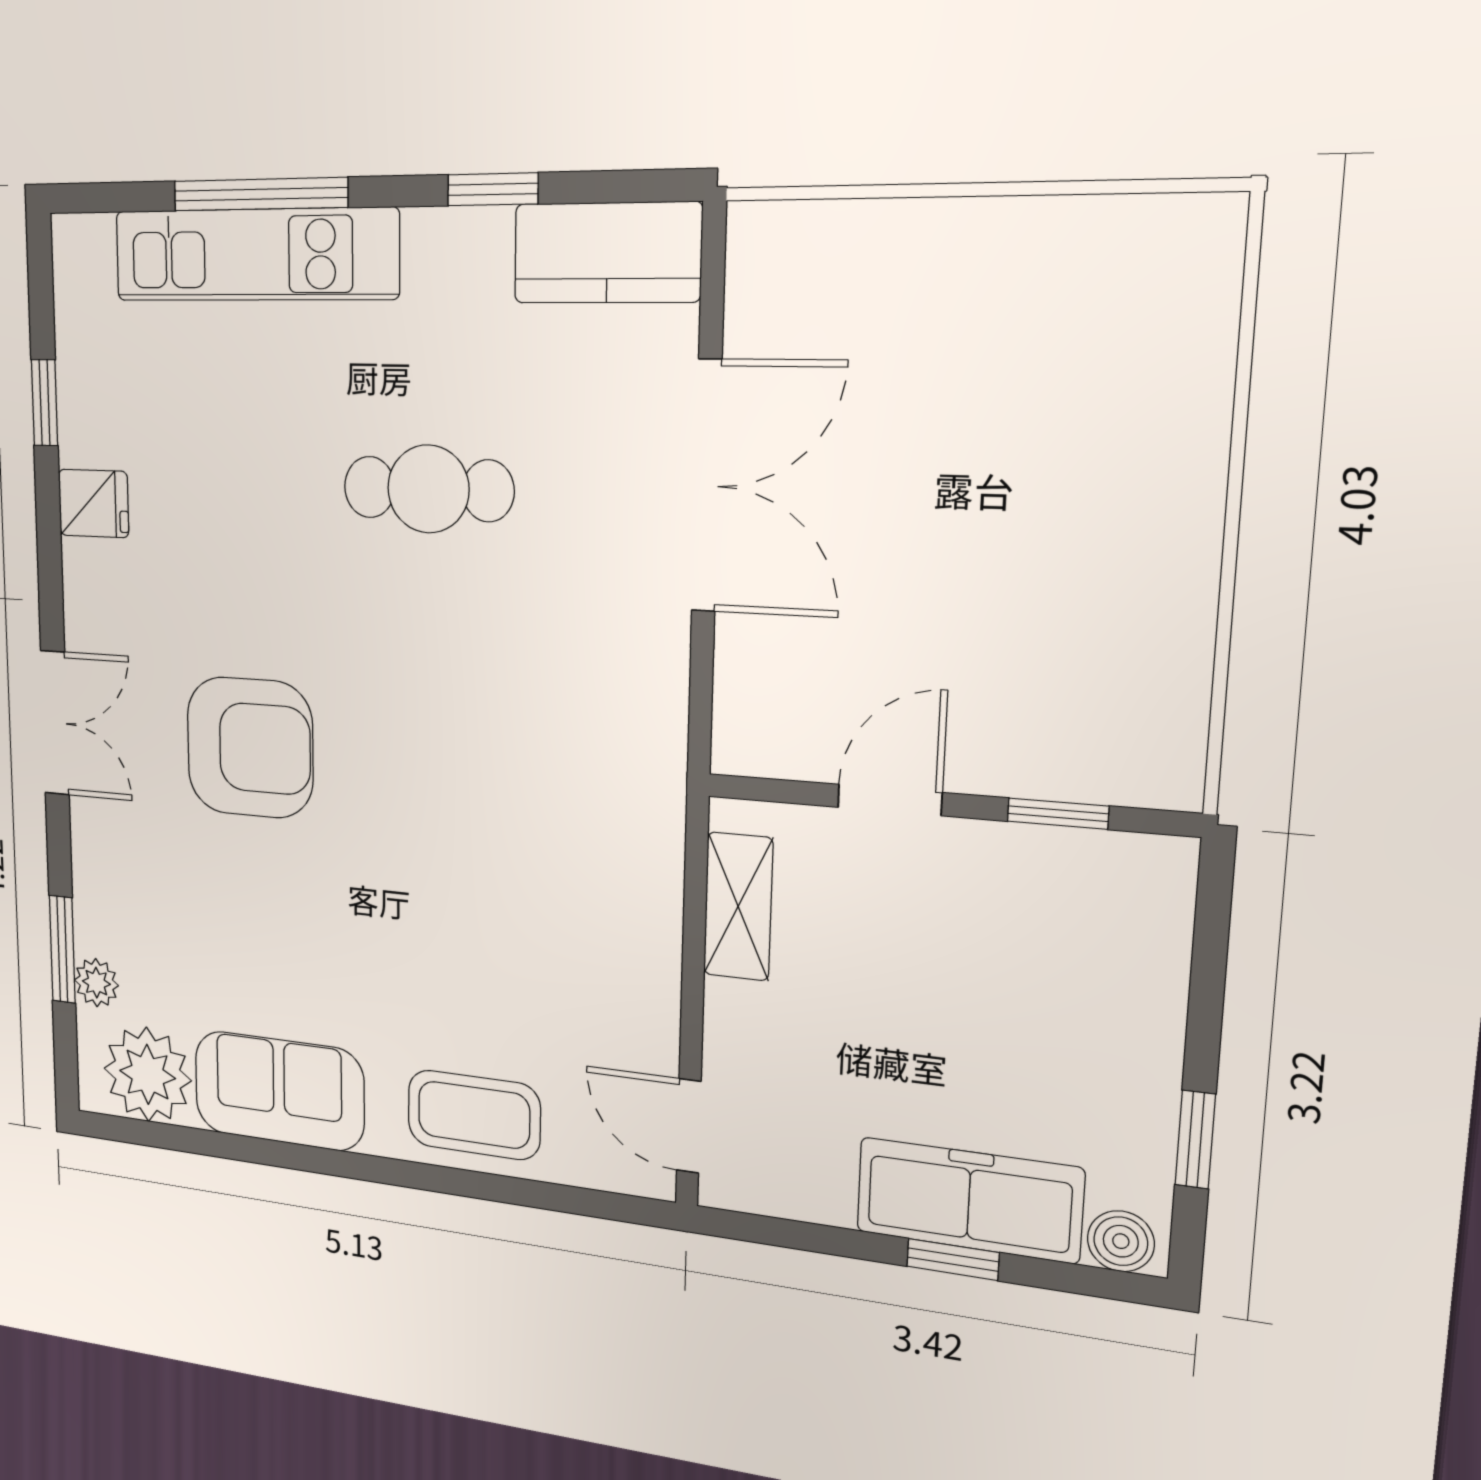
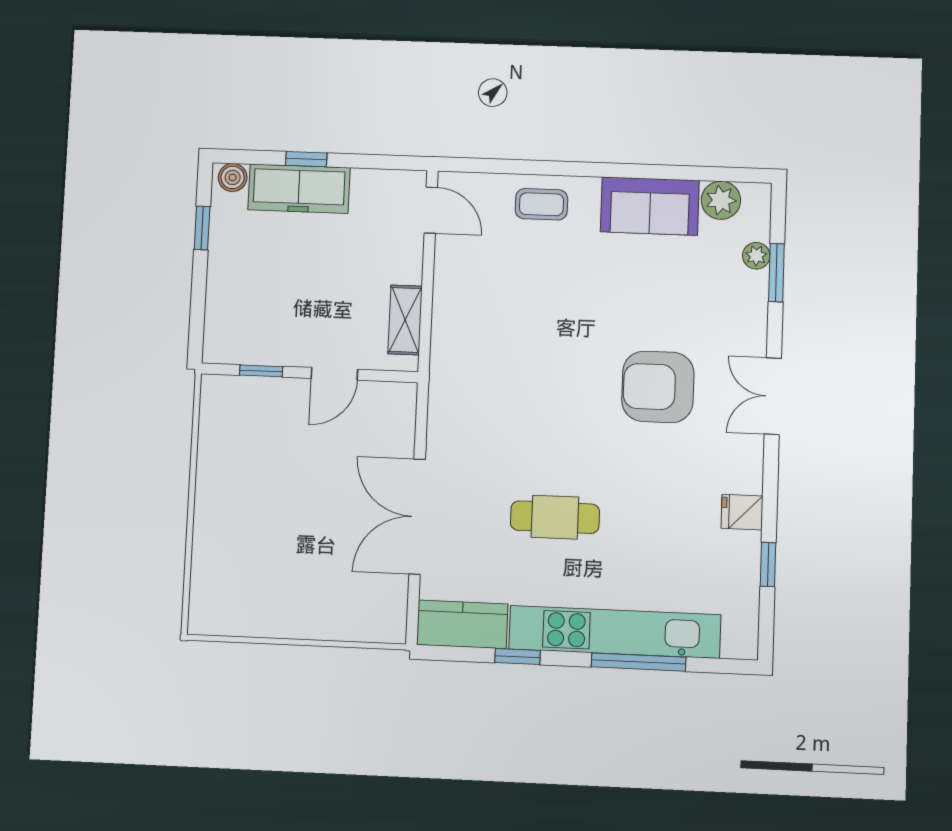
kitchen unit: (255, 255) -> (615, 632), width x1.36
plant: (148, 1074) -> (721, 200), width x0.73, depth x0.73
coffee table: (474, 1115) -> (541, 204), width x0.73, depth x0.77

